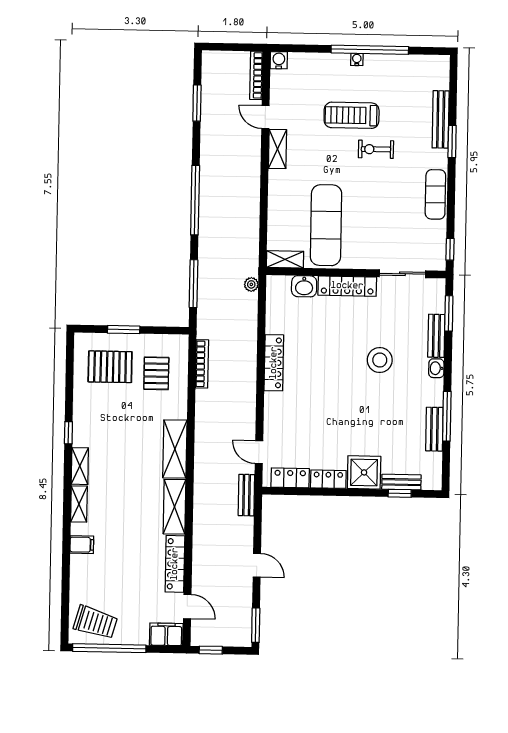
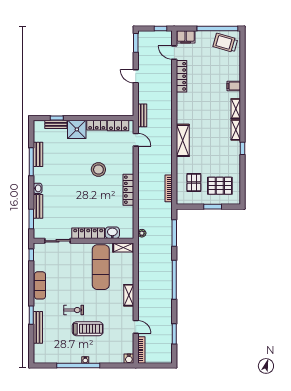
shelving: (277, 149) -> (129, 295), moved
stool: (380, 360) -> (98, 169), moved
shelving: (174, 507) -> (182, 108), removed

